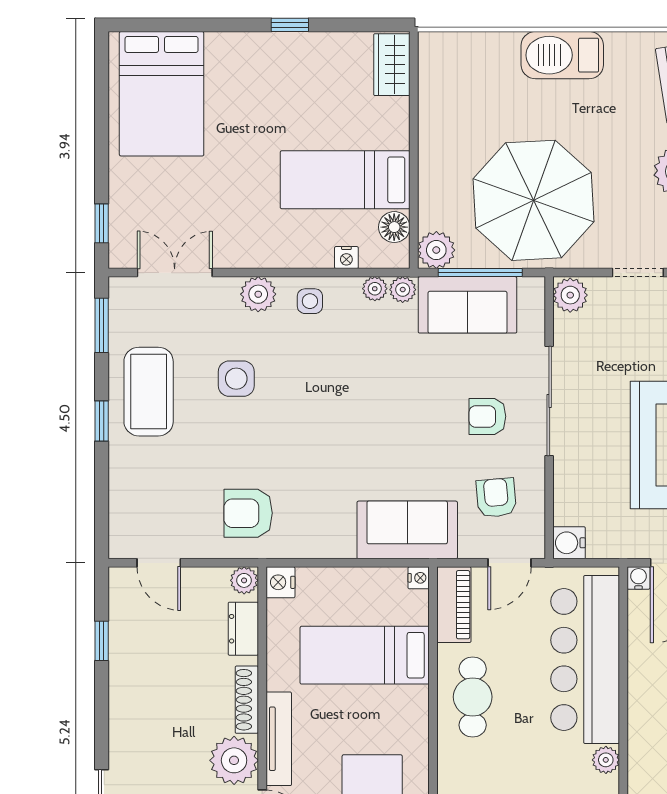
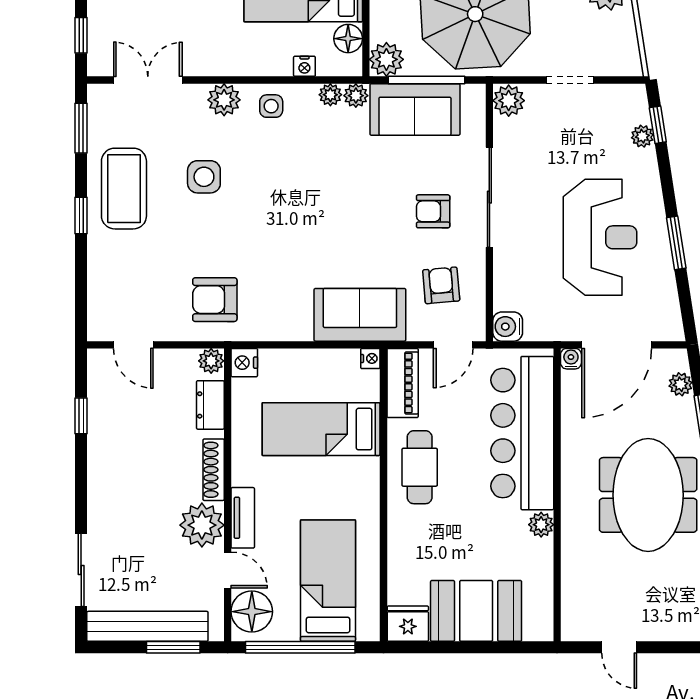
tv unit: (279, 739) -> (243, 518), width x0.71

